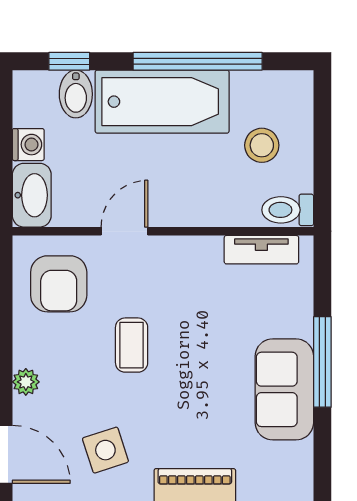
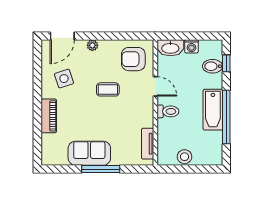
bathtub: (162, 102) -> (213, 110), width x0.73, depth x0.73
stool: (262, 145) -> (185, 157), moved
toilet: (288, 210) -> (168, 111), moved, turned 90

